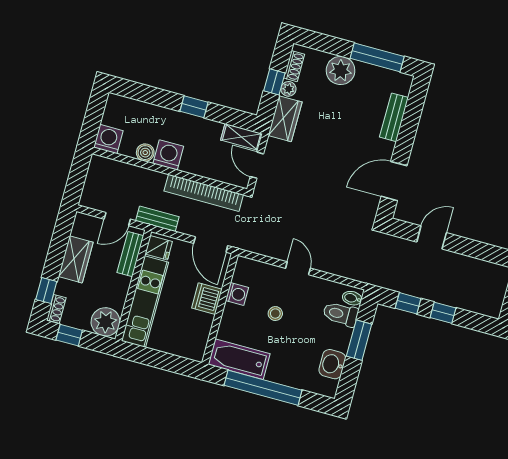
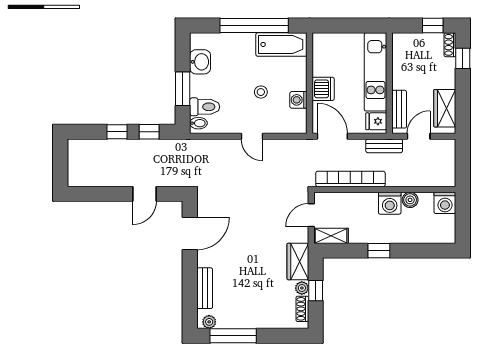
plant: (341, 70) -> (209, 322), moved, width x0.53, depth x0.53
door: (257, 165) -> (311, 215), swing flipped
wardrobe: (76, 259) -> (445, 108), moved
plant: (106, 322) -> (405, 45), removed

